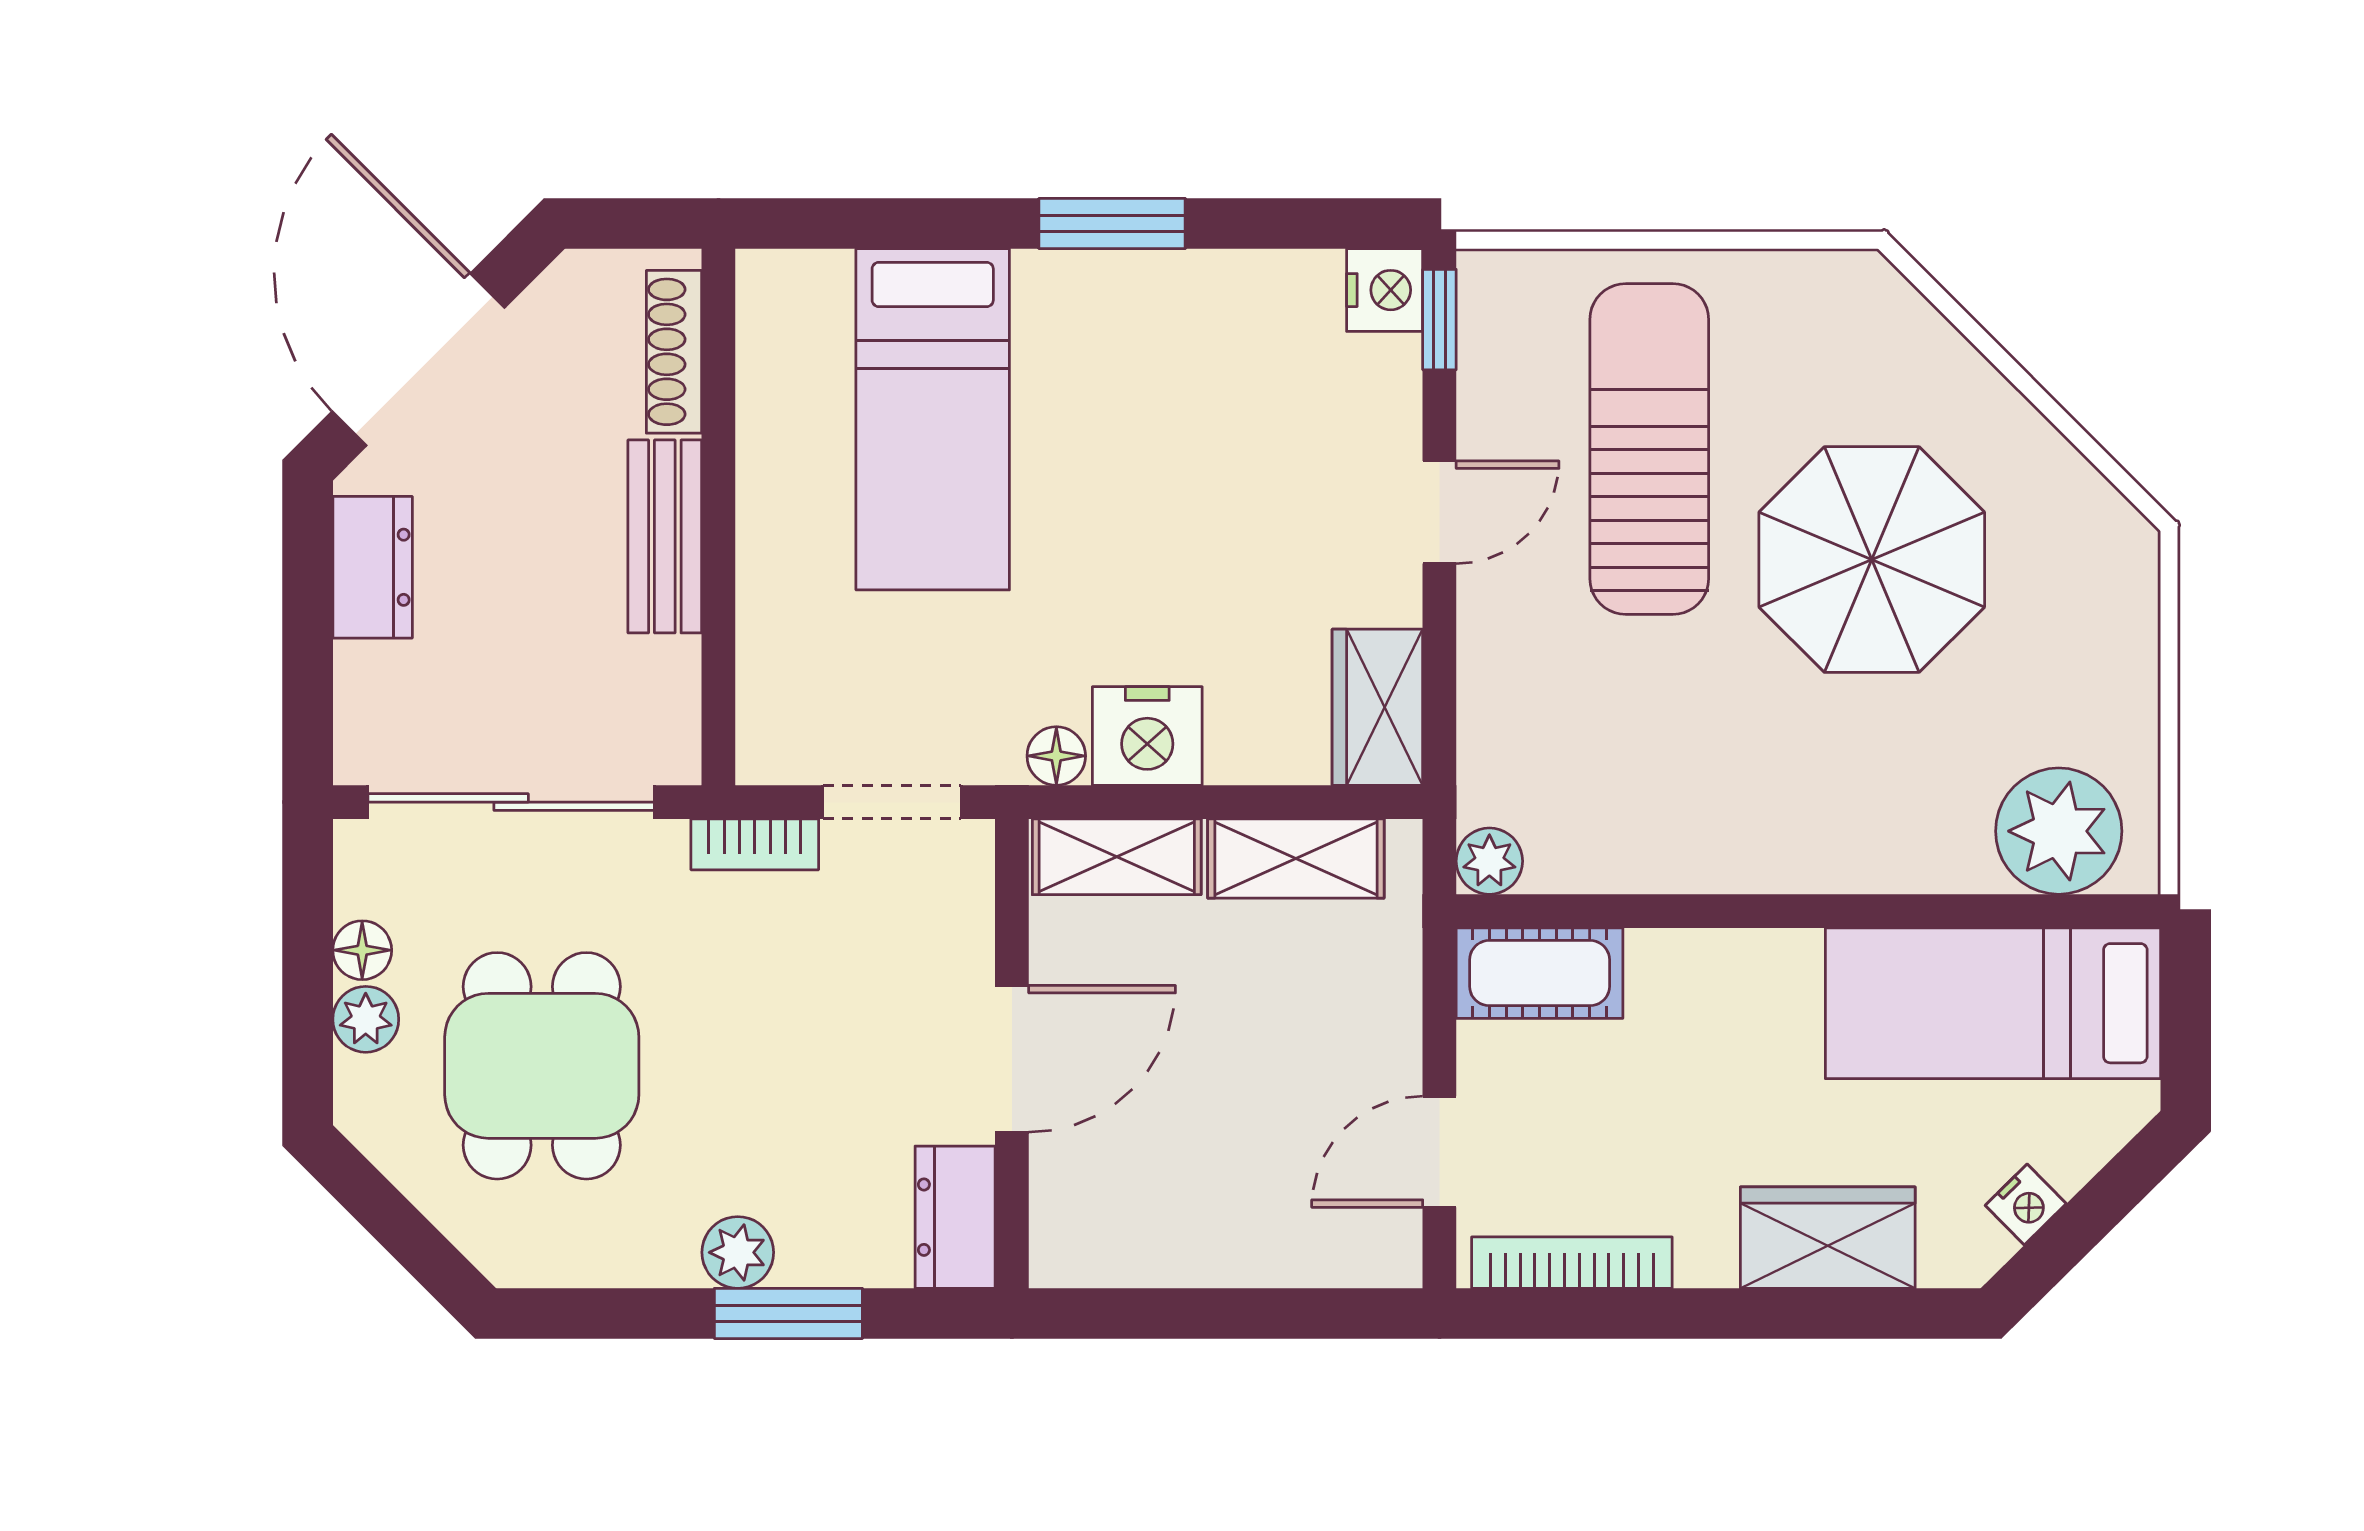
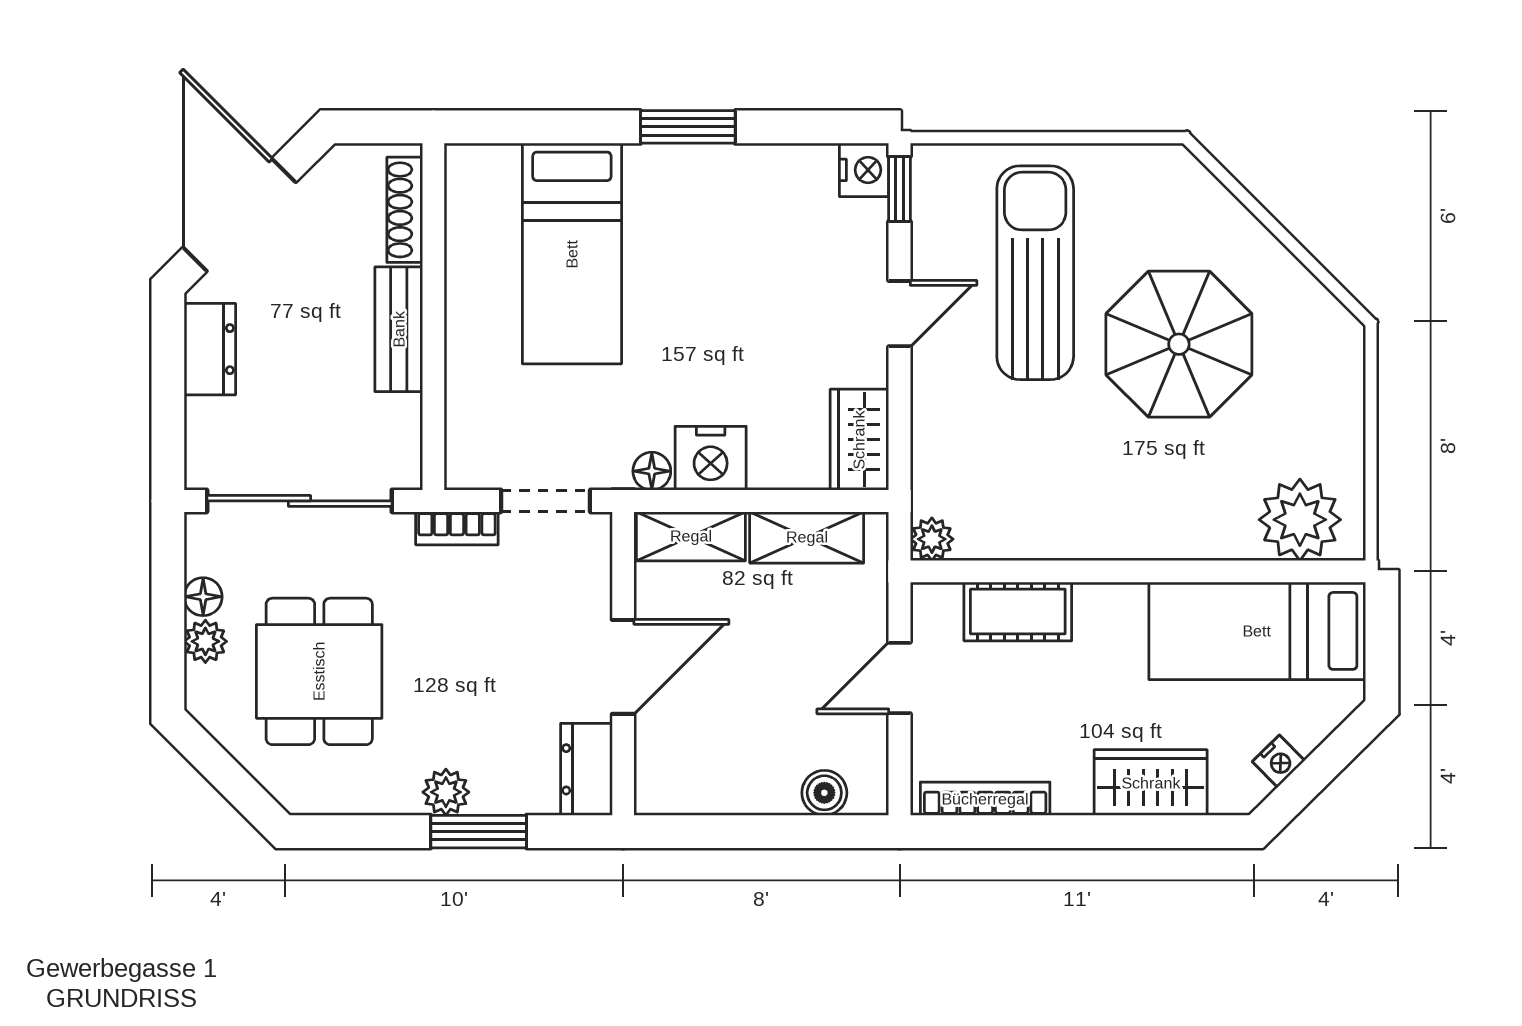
cot: (1540, 973) -> (1018, 611), moved
door: (1439, 1152) -> (900, 678), moved
boiler: (1323, 1254) -> (824, 793), added

